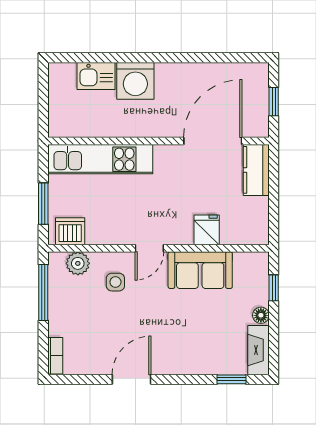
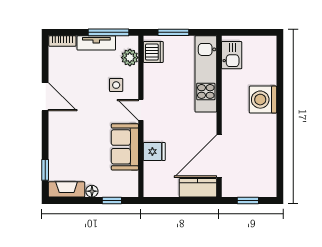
kitchen sink: (96, 76) -> (232, 55), moved, turned 180
door: (213, 141) -> (219, 156), swing flipped
tv unit: (58, 309) -> (96, 43), added

